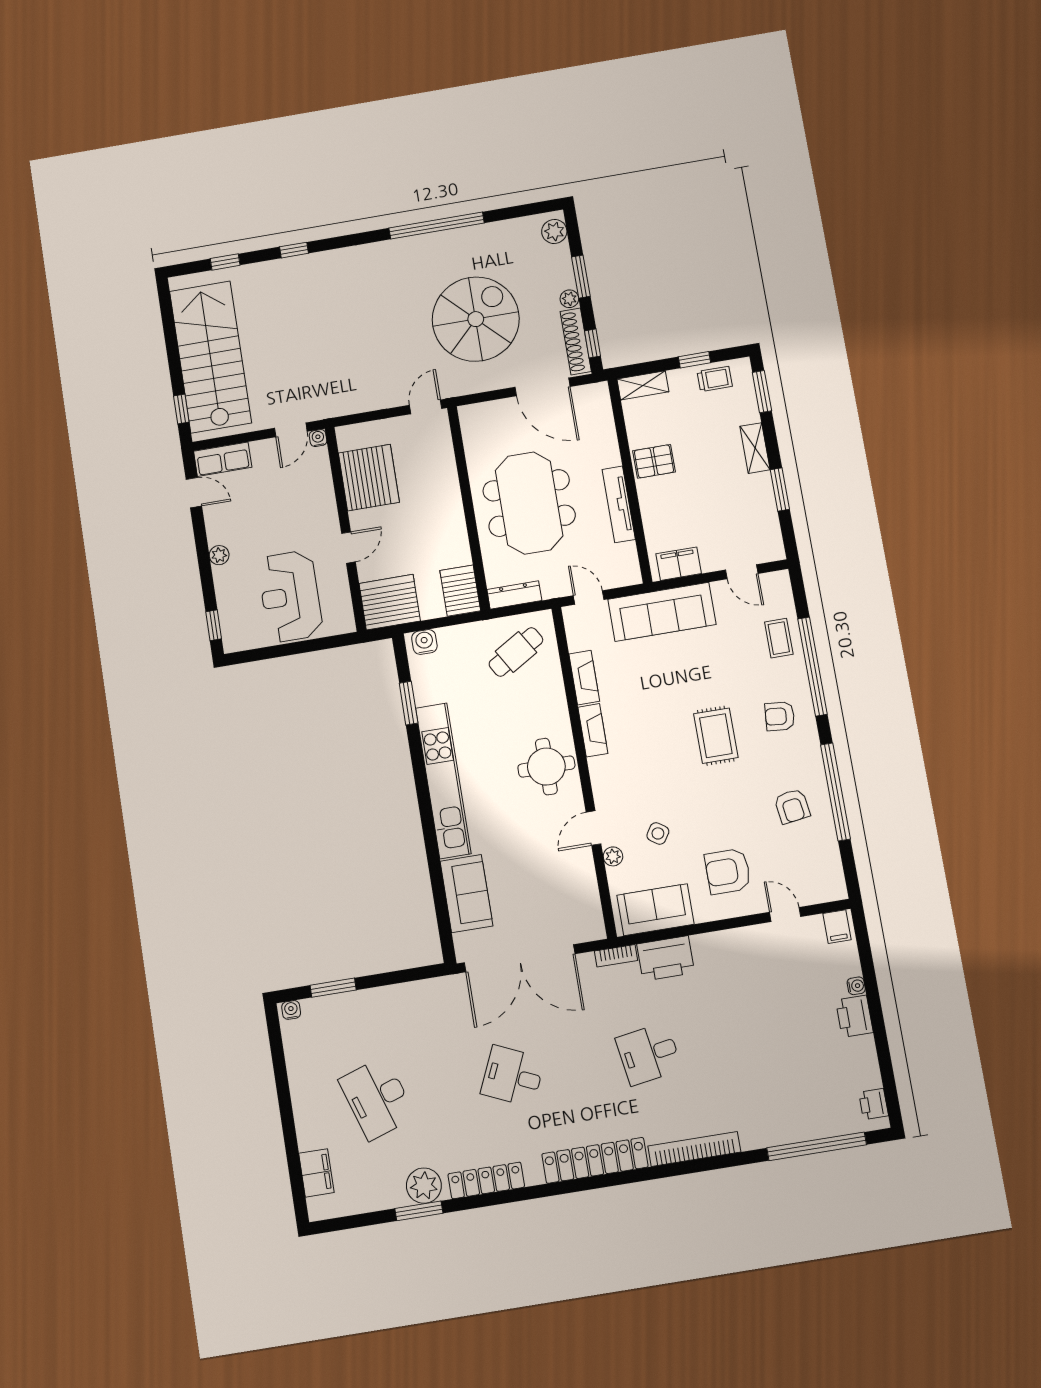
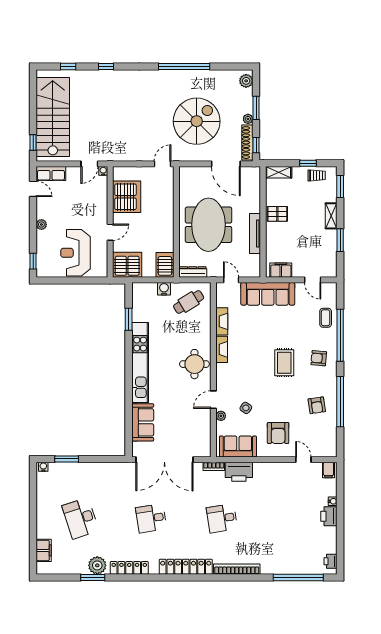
water cooler: (424, 642) -> (164, 289), moved
armchair: (728, 871) -> (278, 433), turned -90
desk: (513, 1076) -> (151, 518), turned -33

